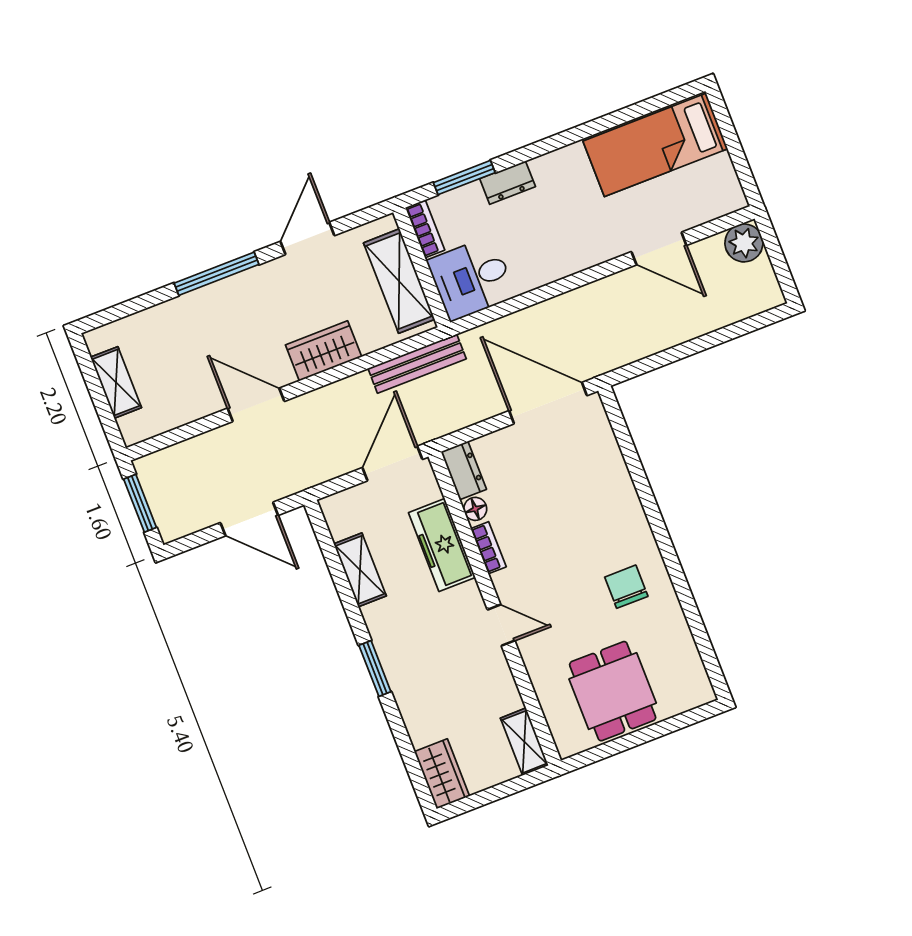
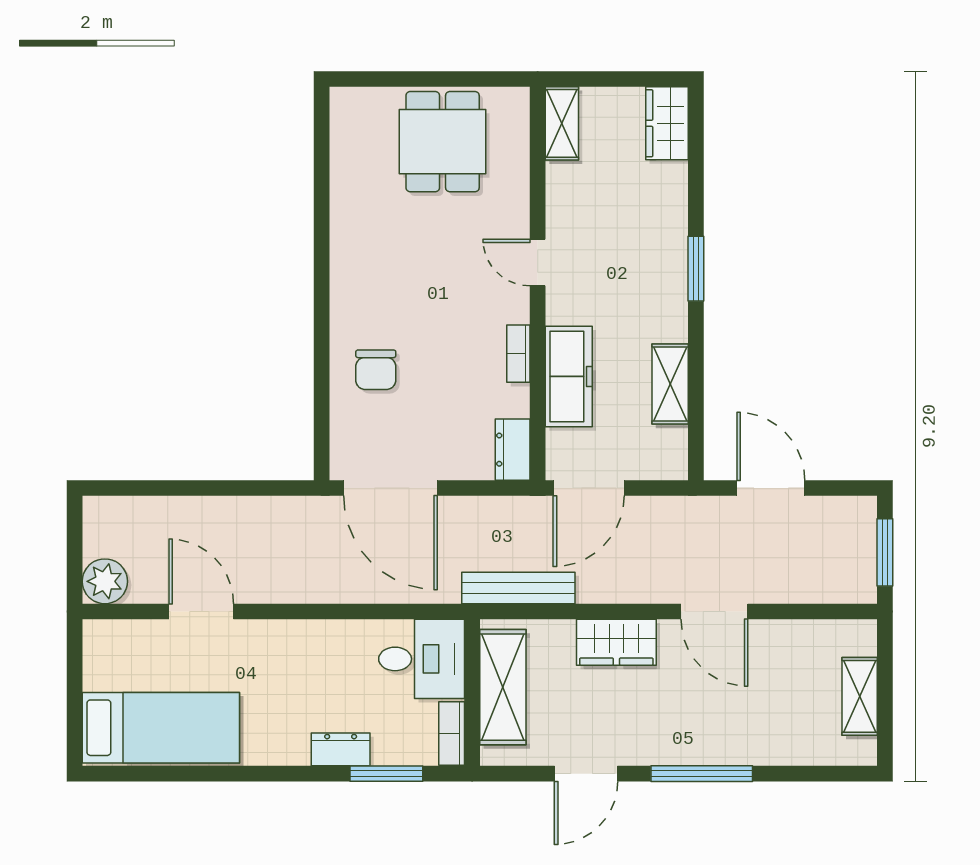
floor lamp: (475, 509) -> (516, 402), removed
chair: (626, 587) -> (376, 370), moved

